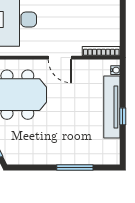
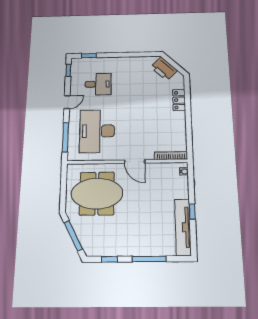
tv unit: (112, 107) -> (183, 227), moved
window: (32, 167) -> (109, 259), added

